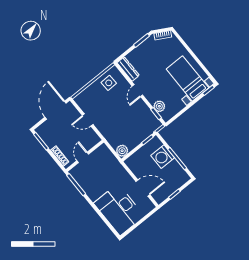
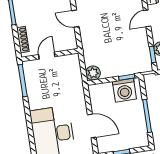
washing machine: (163, 157) -> (124, 90), moved, turned -90

